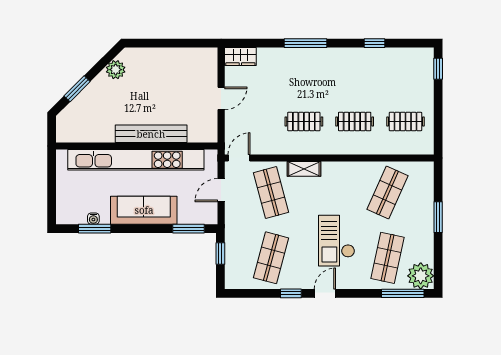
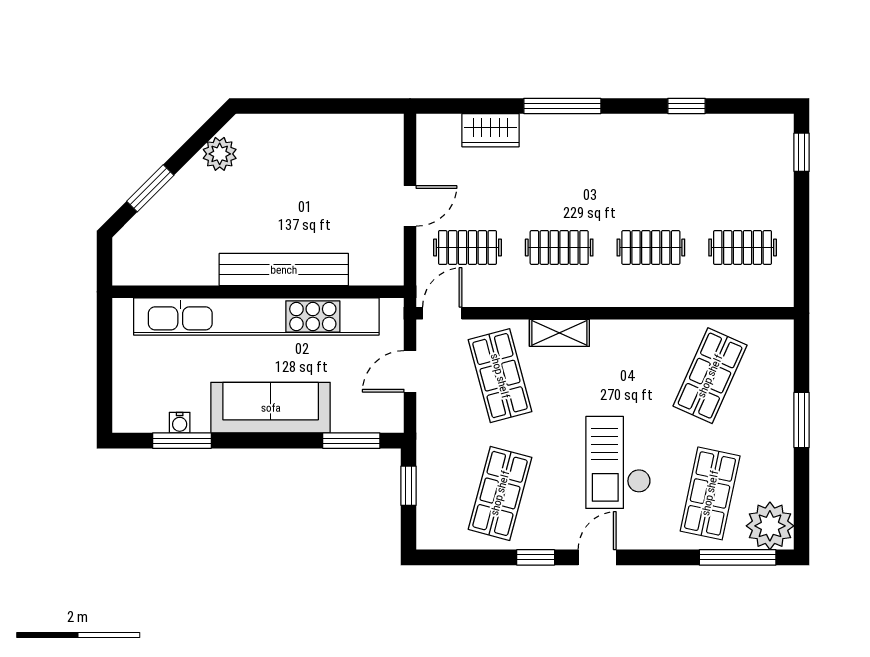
wardrobe: (240, 56) -> (490, 130), moved
clothes rail: (253, 121) -> (467, 247), added

